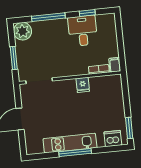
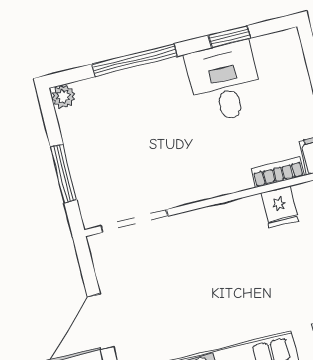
plant: (23, 31) -> (63, 97), width x0.53, depth x0.53
fridge: (83, 85) -> (280, 207), moved

